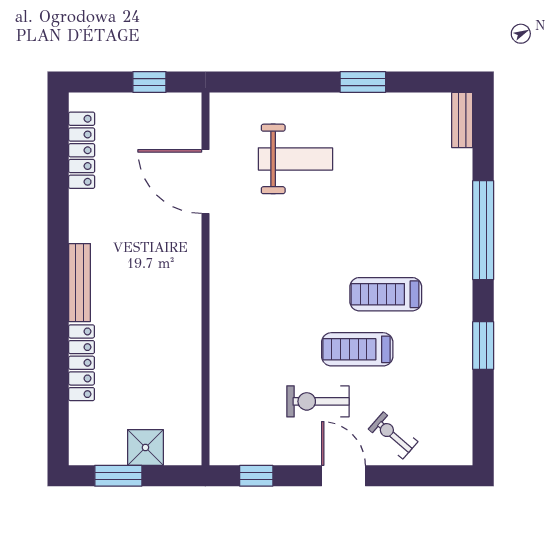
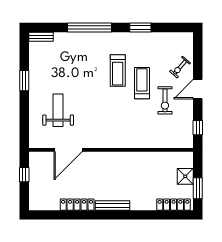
locker: (82, 150) -> (77, 205), moved
treadmill: (357, 349) -> (142, 83), turned 180
locker: (82, 363) -> (173, 205), moved

